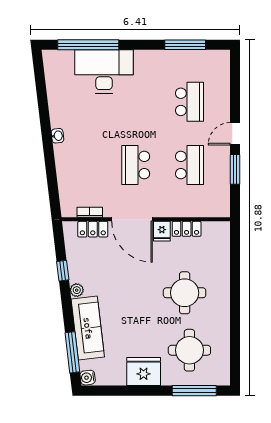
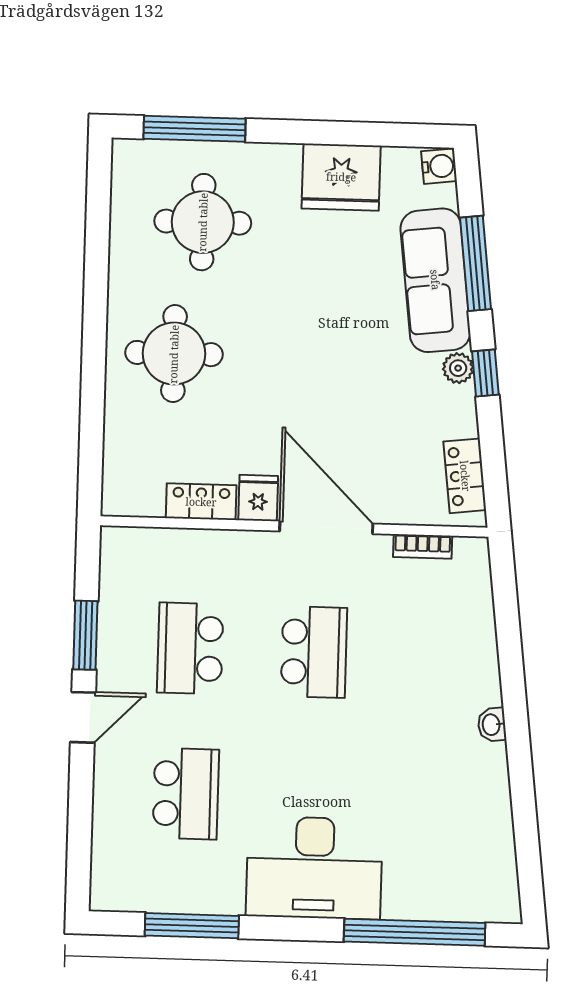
desk: (104, 71) -> (314, 868), moved
school desk: (189, 102) -> (186, 794), turned 180
locker: (93, 229) -> (465, 476), moved, turned -97
window: (63, 271) -> (485, 373), moved
round table: (185, 293) -> (174, 354), moved
window: (72, 352) -> (476, 263), moved
fridge: (144, 372) -> (341, 177), moved

